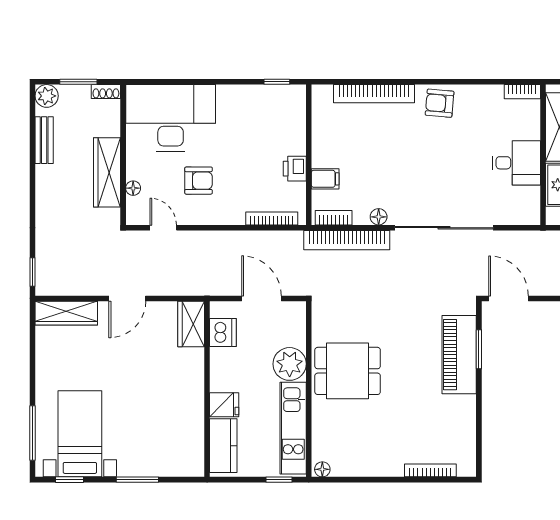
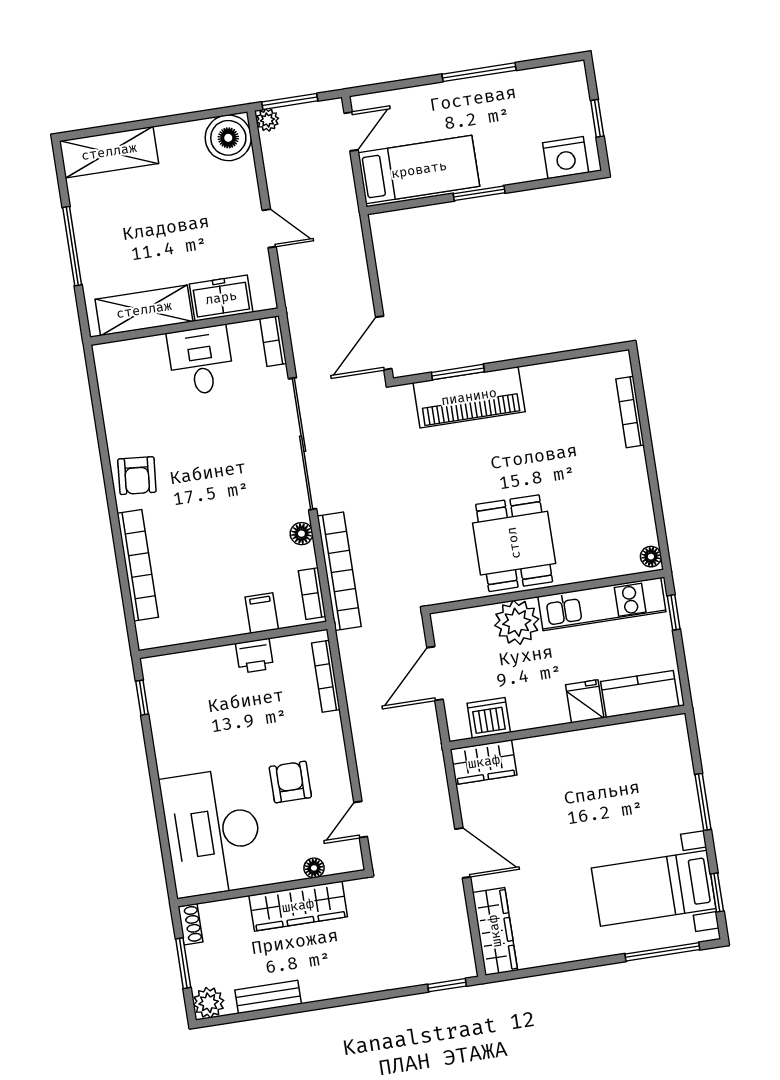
bookcase: (522, 92) -> (273, 341), moved, turned 180

